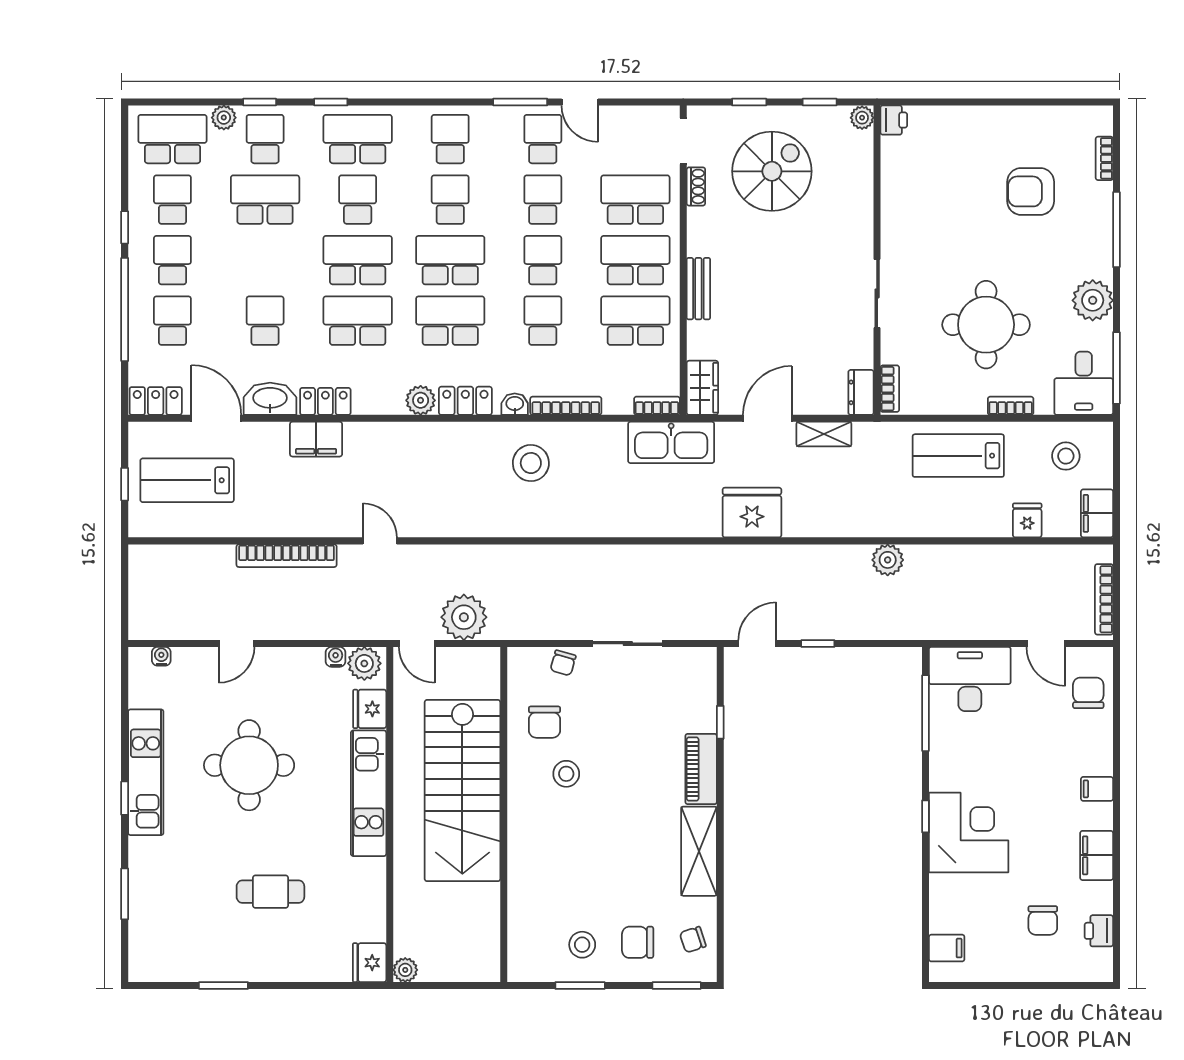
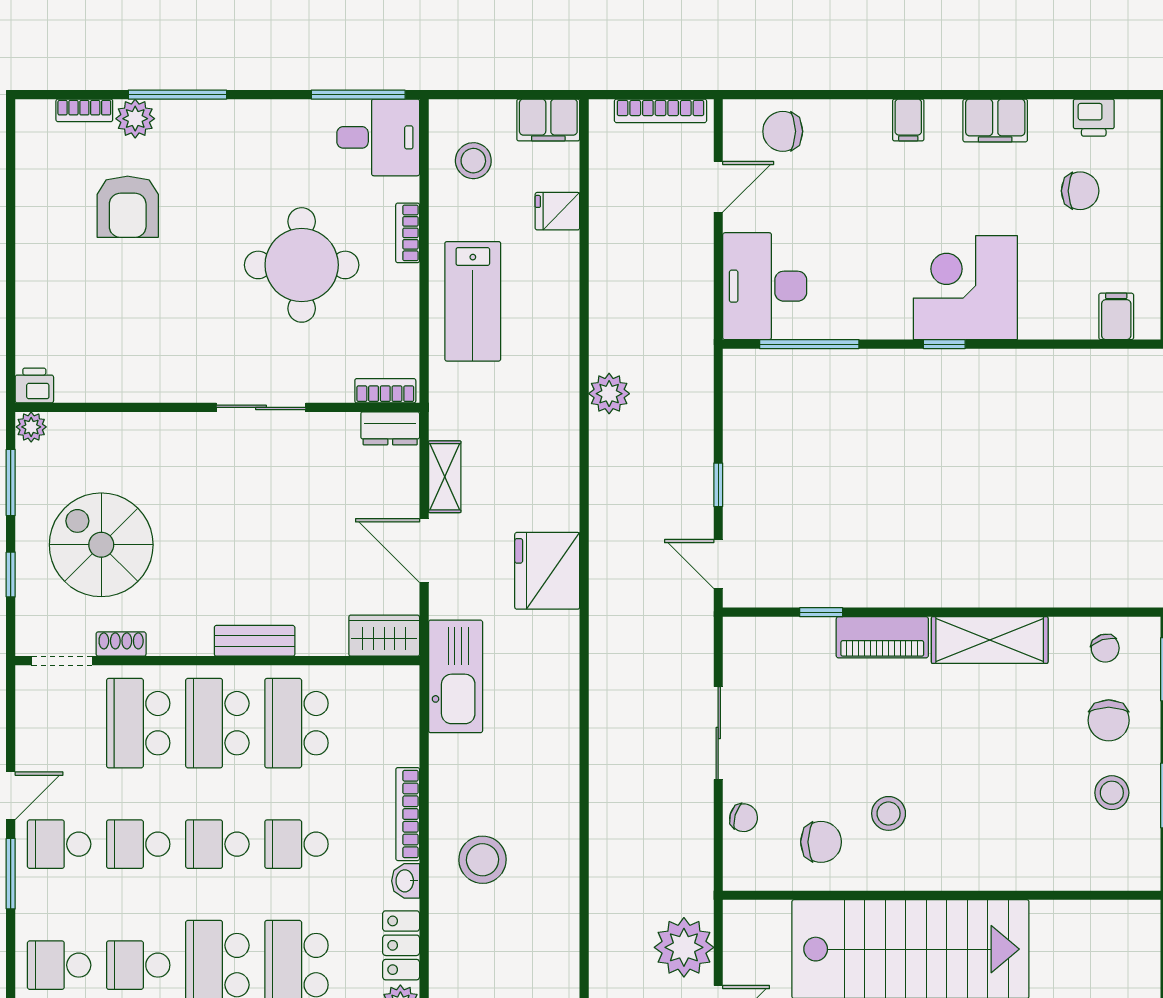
window: (820, 102) -> (11, 482), width x1.50
plant: (1093, 300) -> (135, 119), moved, width x0.73, depth x0.73
bookcase: (657, 406) -> (408, 695), removed

